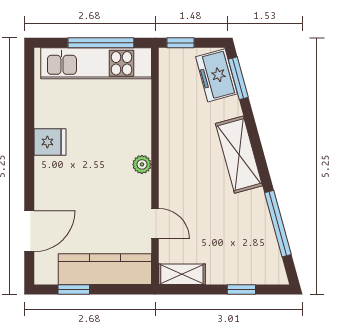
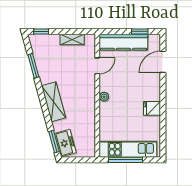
window: (180, 43) -> (84, 160), removed
door: (155, 224) -> (97, 66), swing flipped
window: (278, 224) -> (33, 66), width x0.69
shelving: (182, 274) -> (72, 39), moved
window: (241, 290) -> (41, 31), moved

